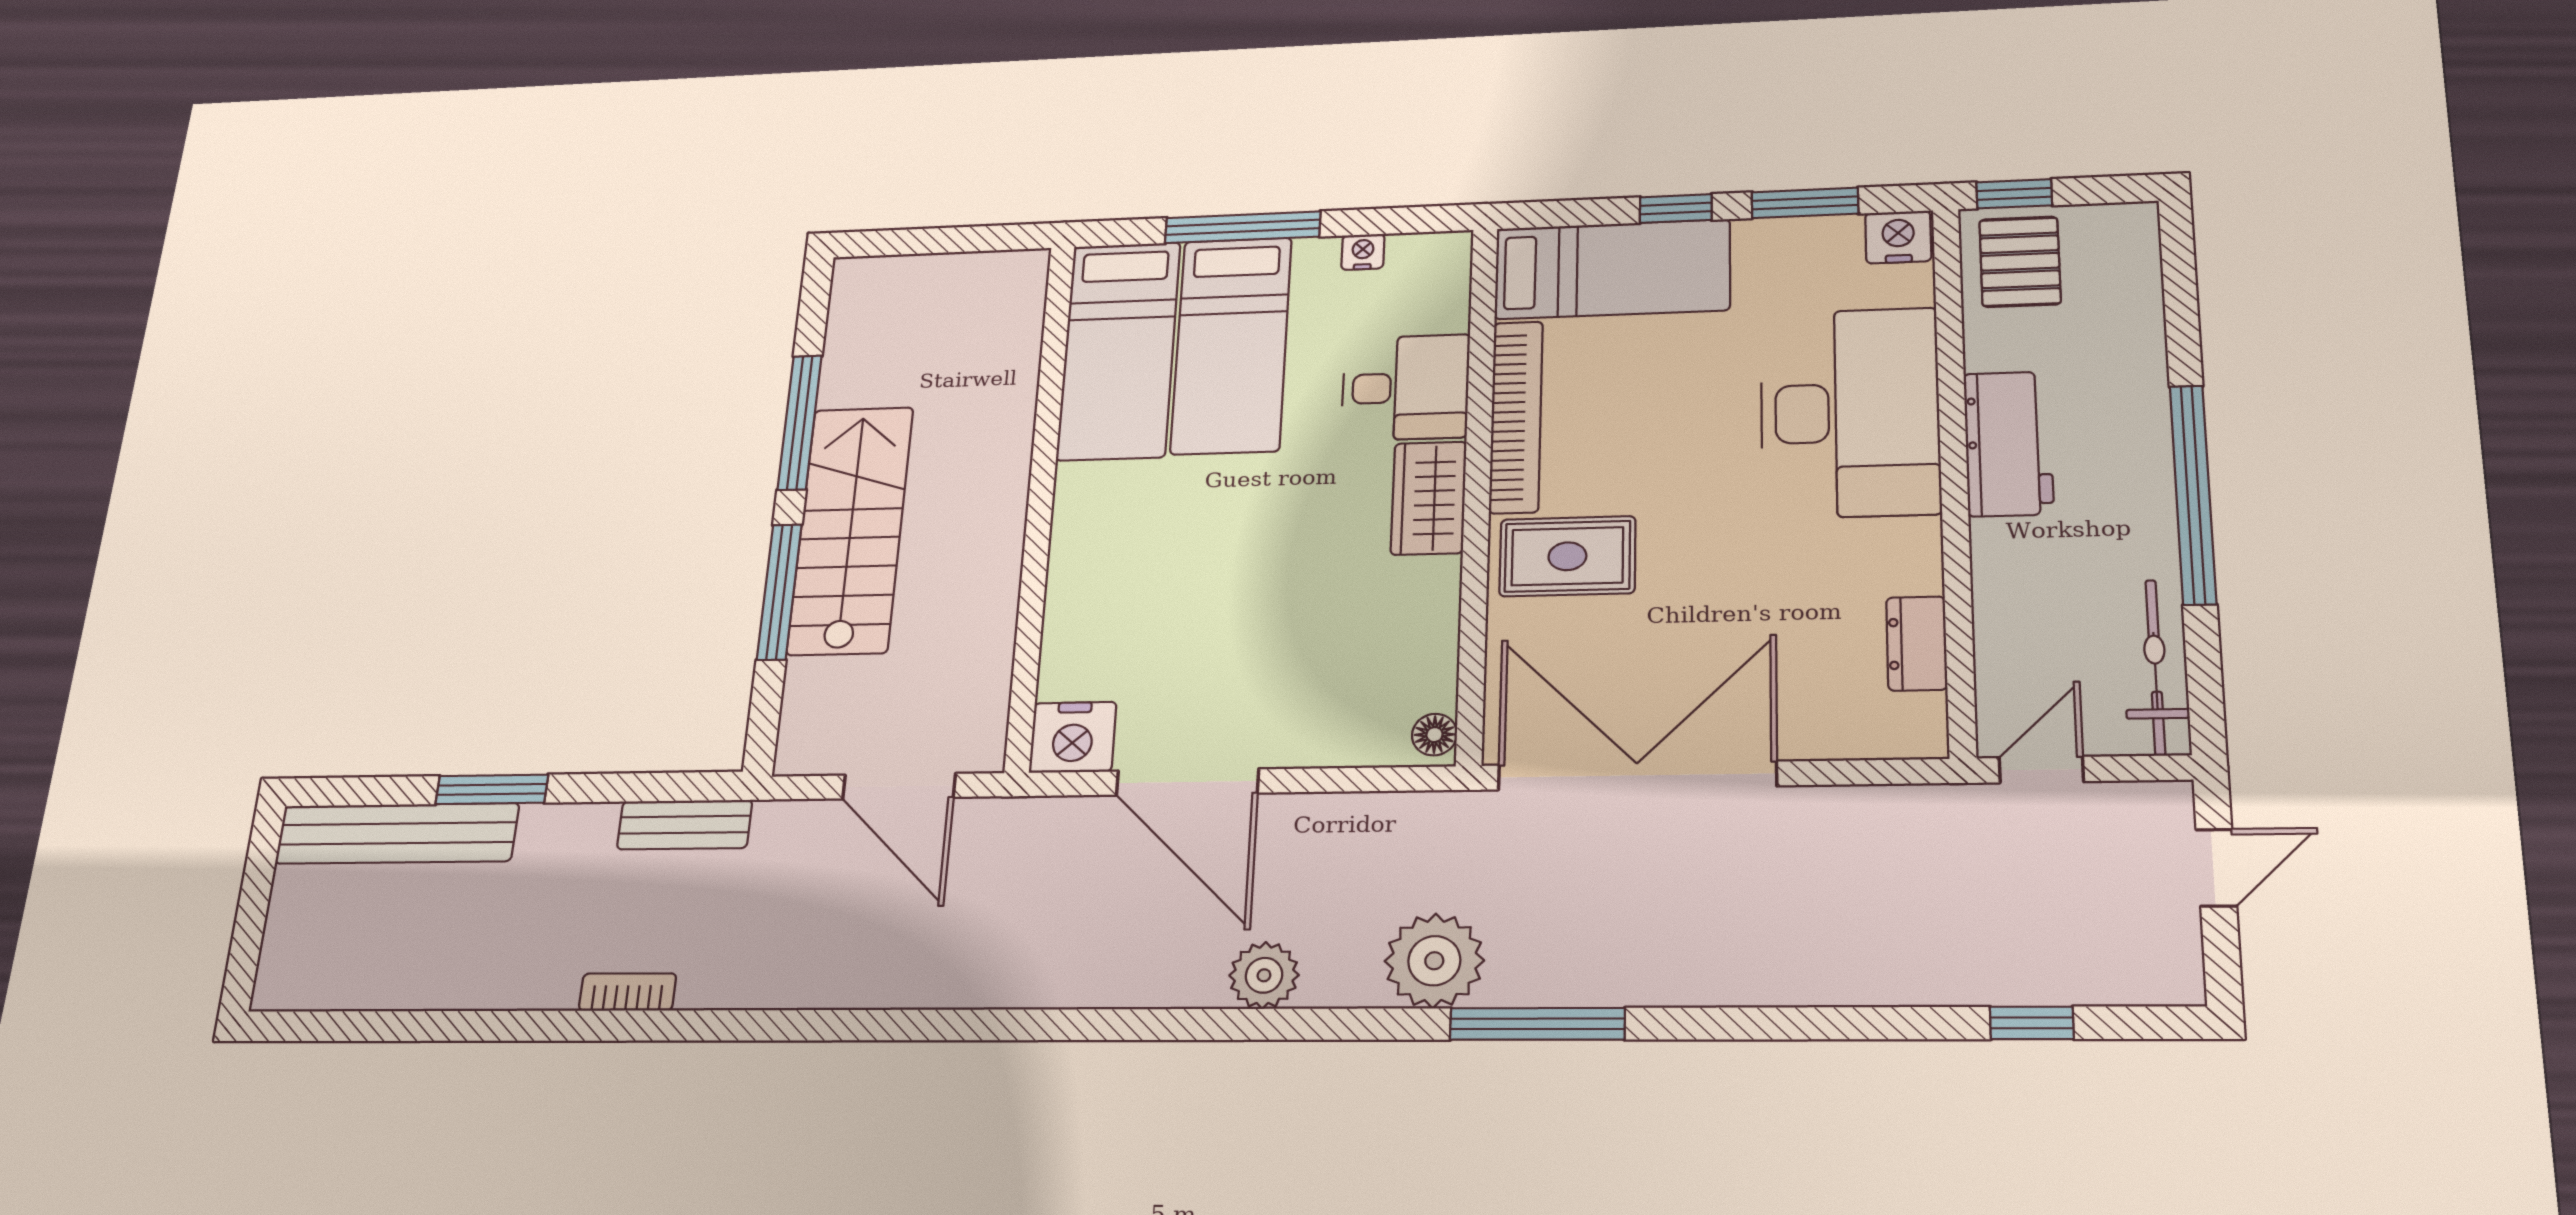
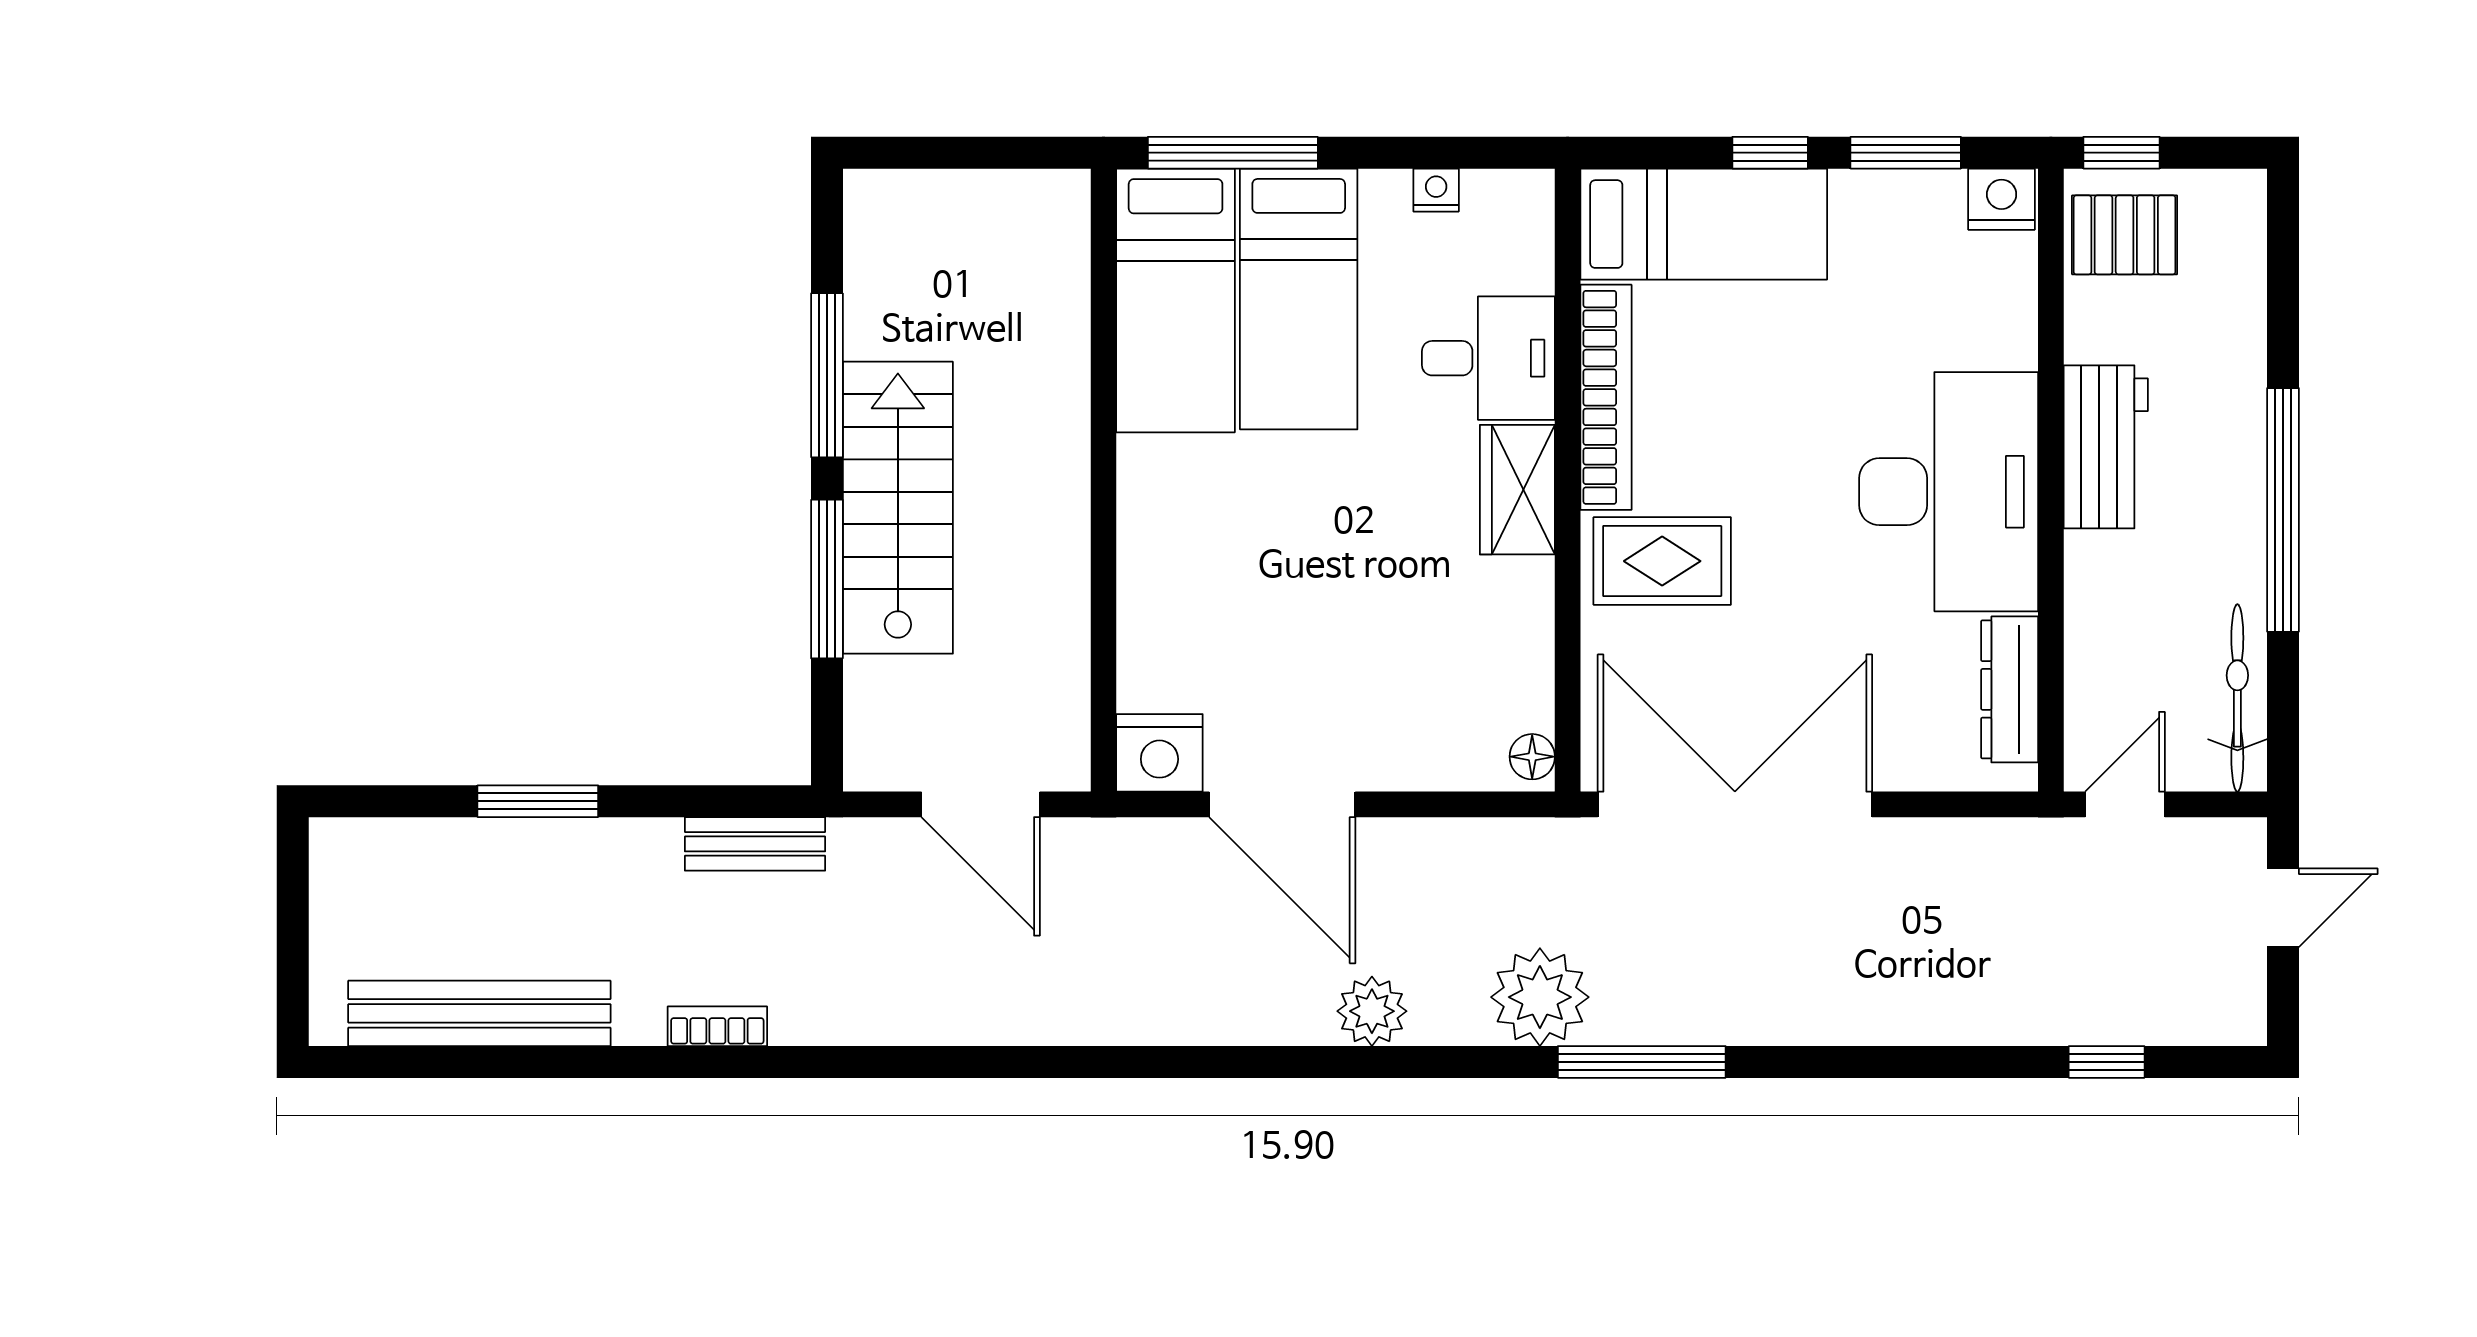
window: (1243, 227) -> (1233, 153), moved
pallet: (2020, 262) -> (2125, 235), turned 90
desk: (1850, 412) -> (1949, 492), moved
dresser: (1917, 643) -> (2010, 689), width x1.44
bench: (397, 833) -> (479, 1013), moved

